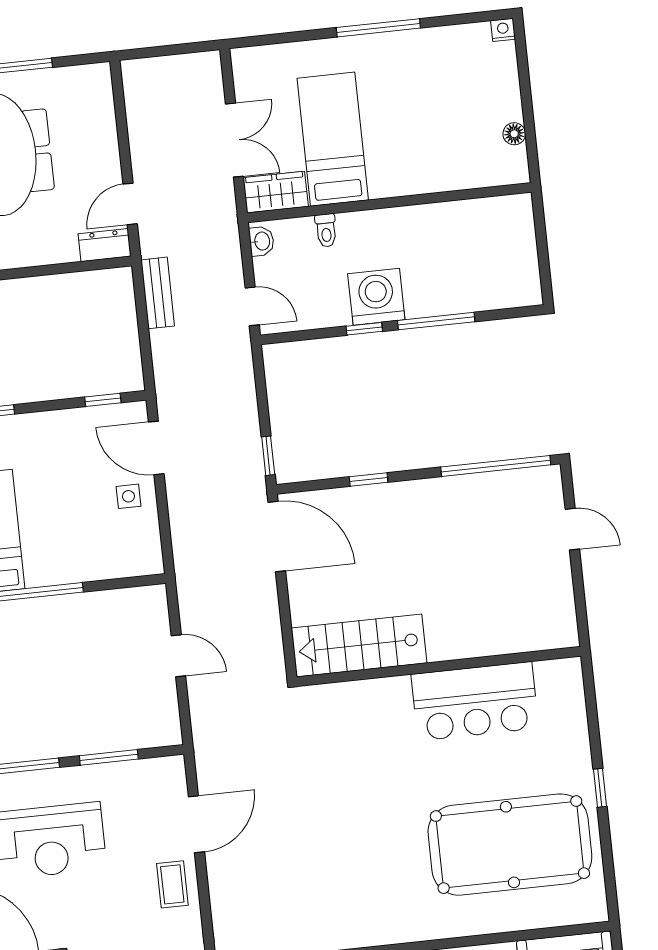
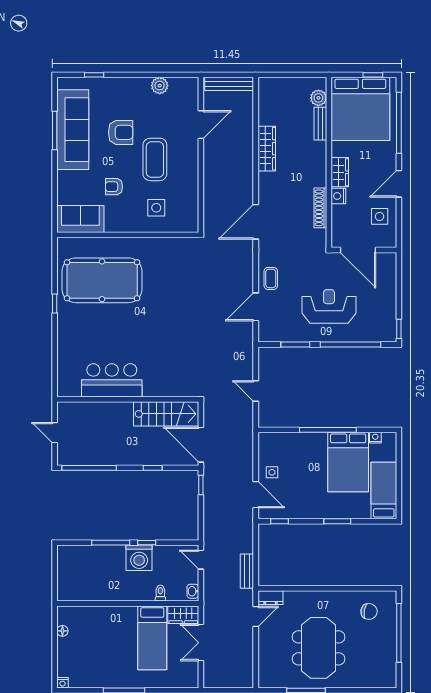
stairs: (359, 646) -> (166, 414), moved
wall: (439, 667) -> (128, 399), moved
bar counter: (475, 701) -> (112, 380), moved

